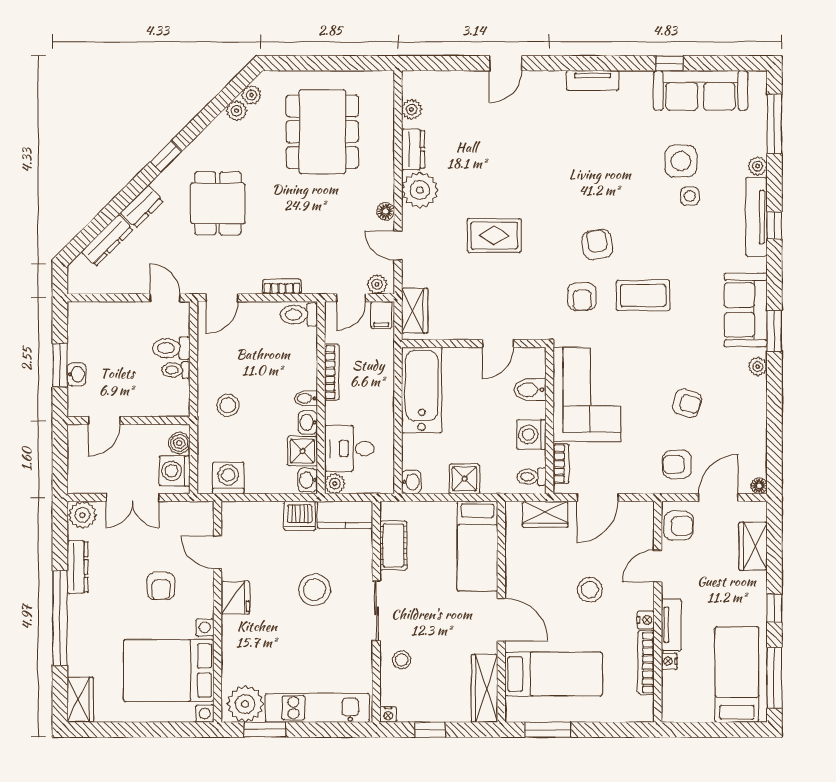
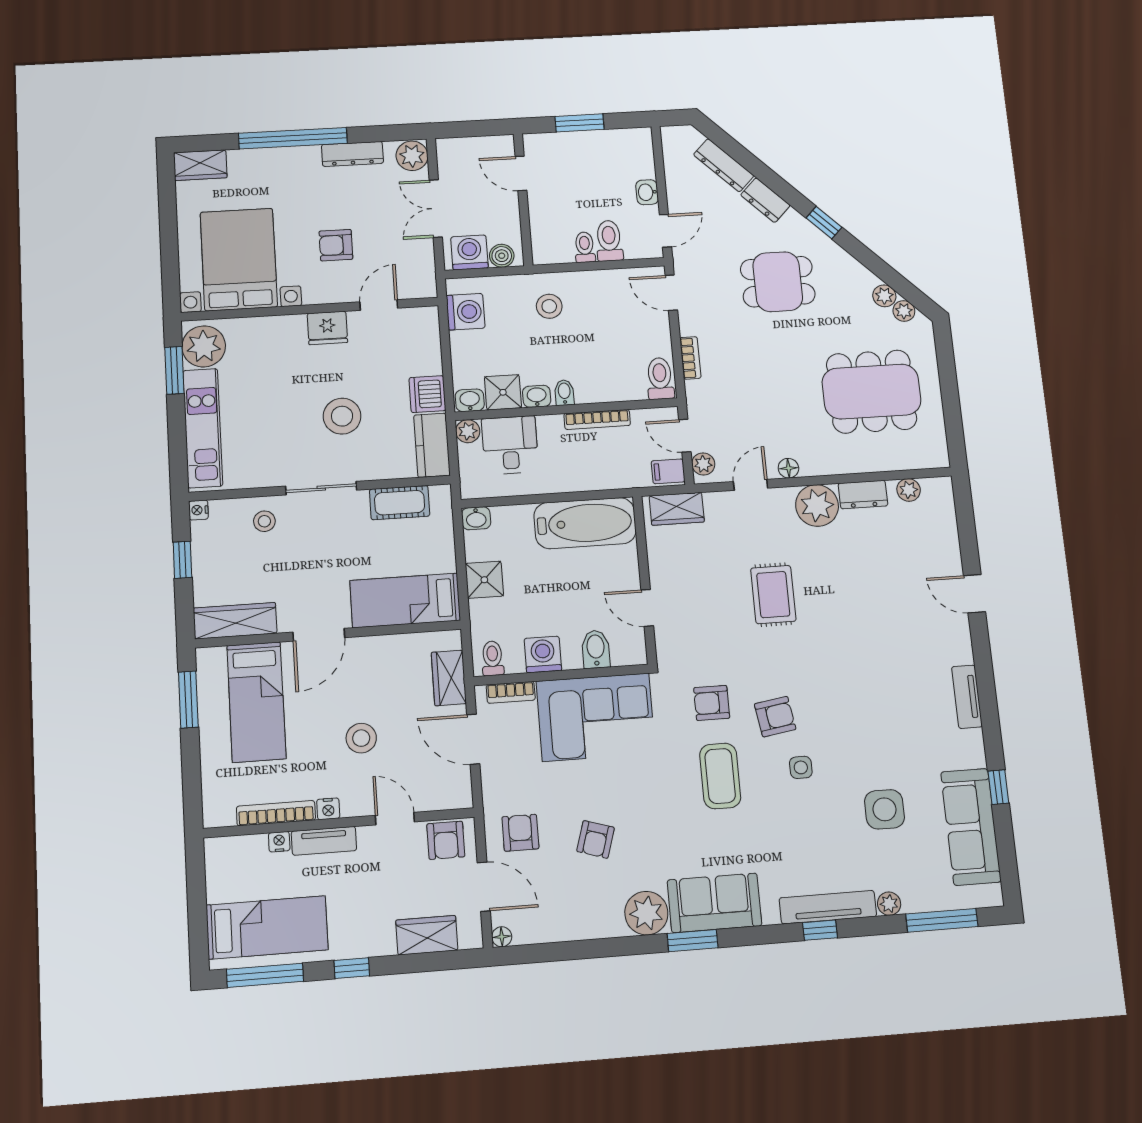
side table: (690, 196) -> (801, 767), moved
plant: (758, 367) -> (646, 913), width x1.87, depth x1.87
washbasin: (77, 374) -> (647, 192), moved, turned 90

